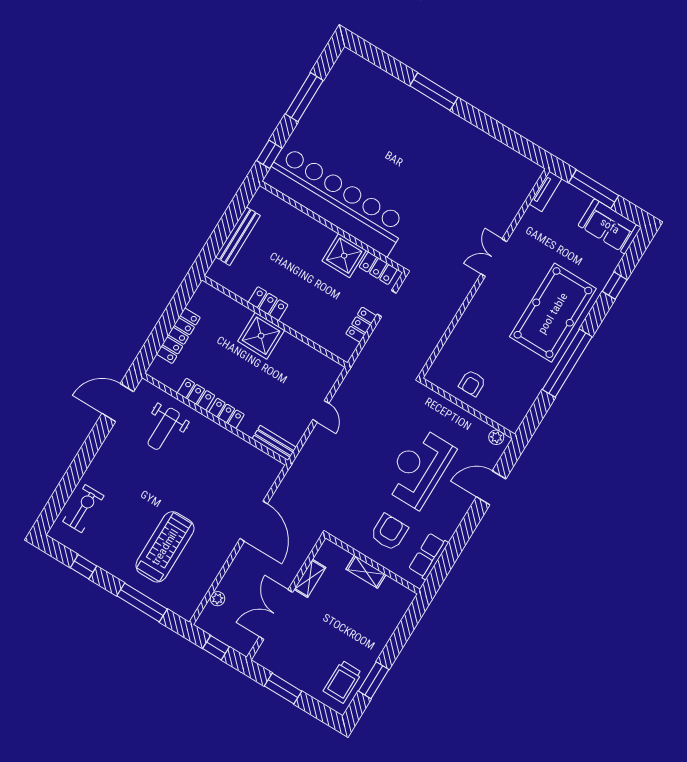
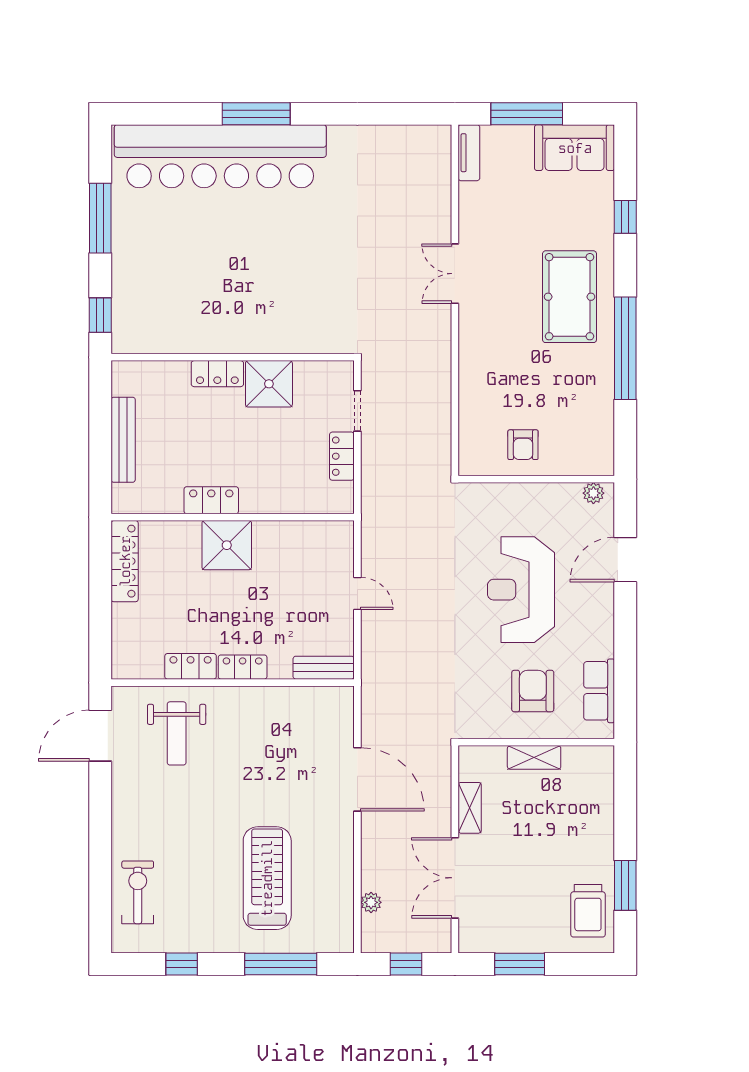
bar counter: (336, 201) -> (220, 156), moved, turned 180
locker: (378, 268) -> (217, 374), moved
pool table: (553, 313) -> (570, 297), width x0.73, depth x0.76
locker: (178, 336) -> (125, 561), moved

